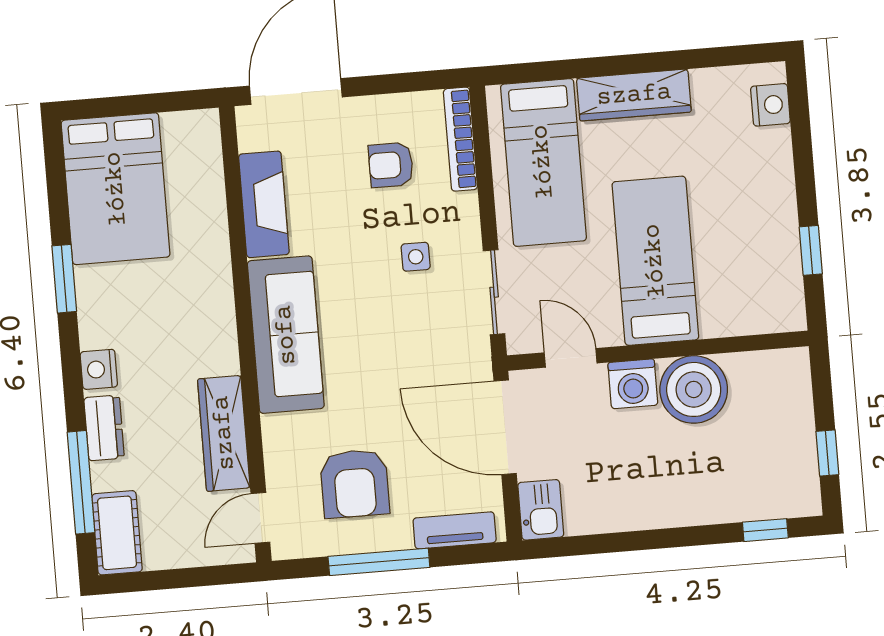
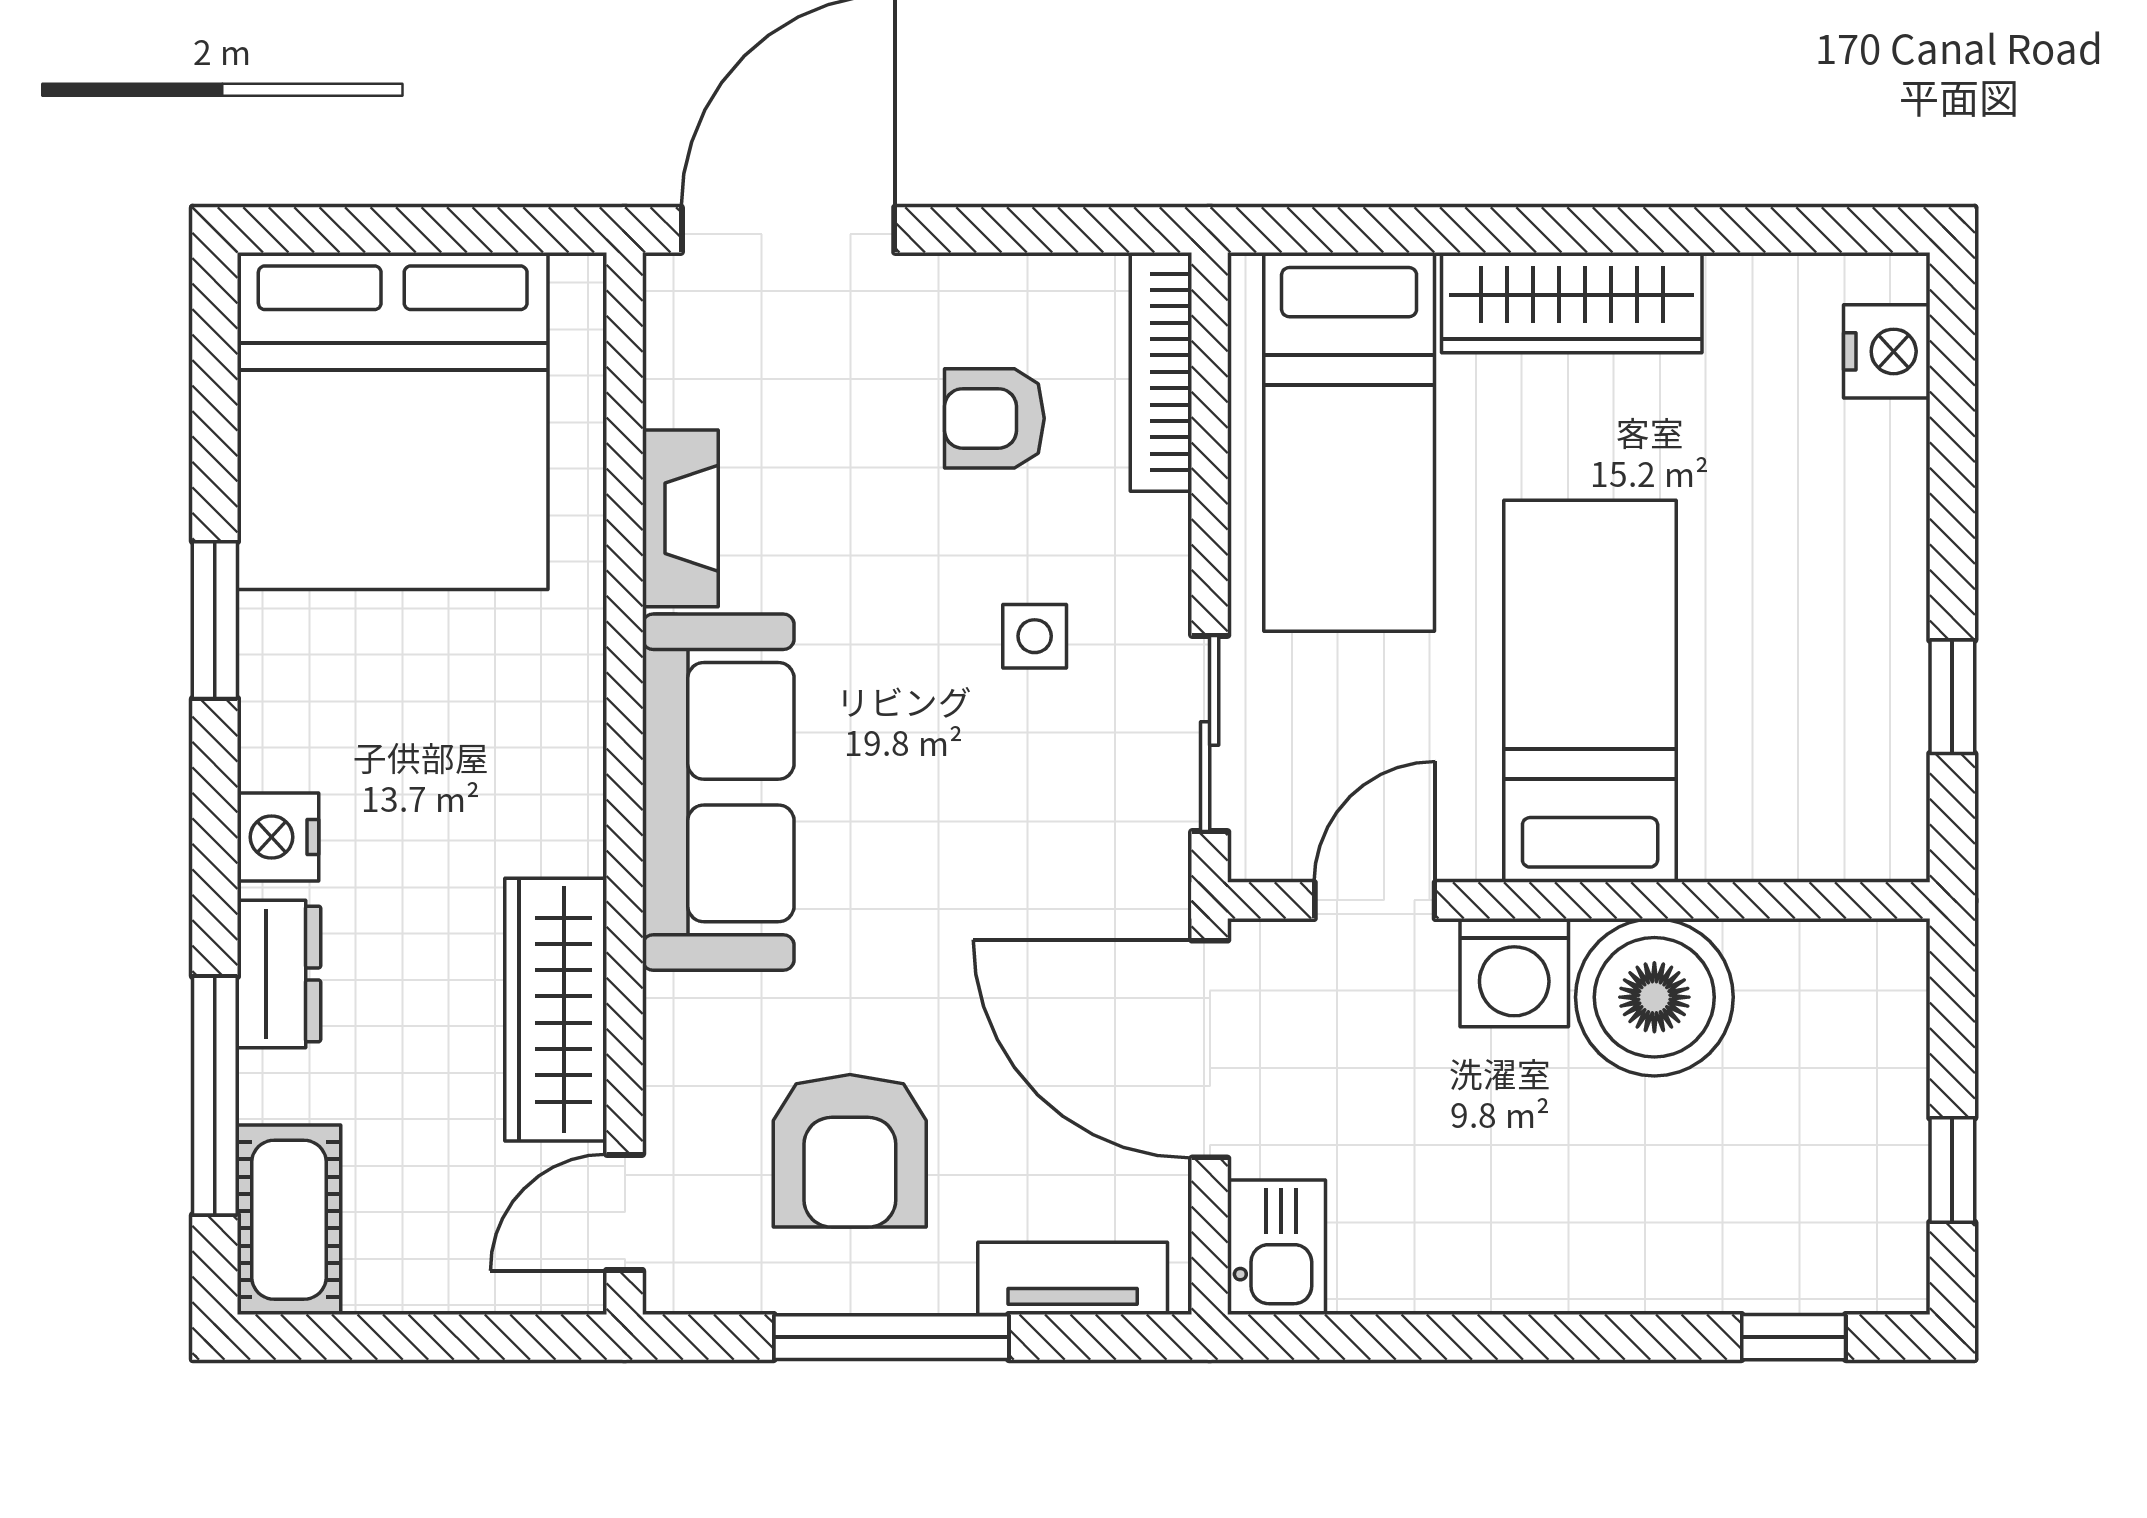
bed: (116, 189) -> (393, 421), width x1.36
fireplace: (264, 204) -> (680, 518), width x0.73, depth x0.76
door: (571, 358) -> (1375, 900), hinge flipped

